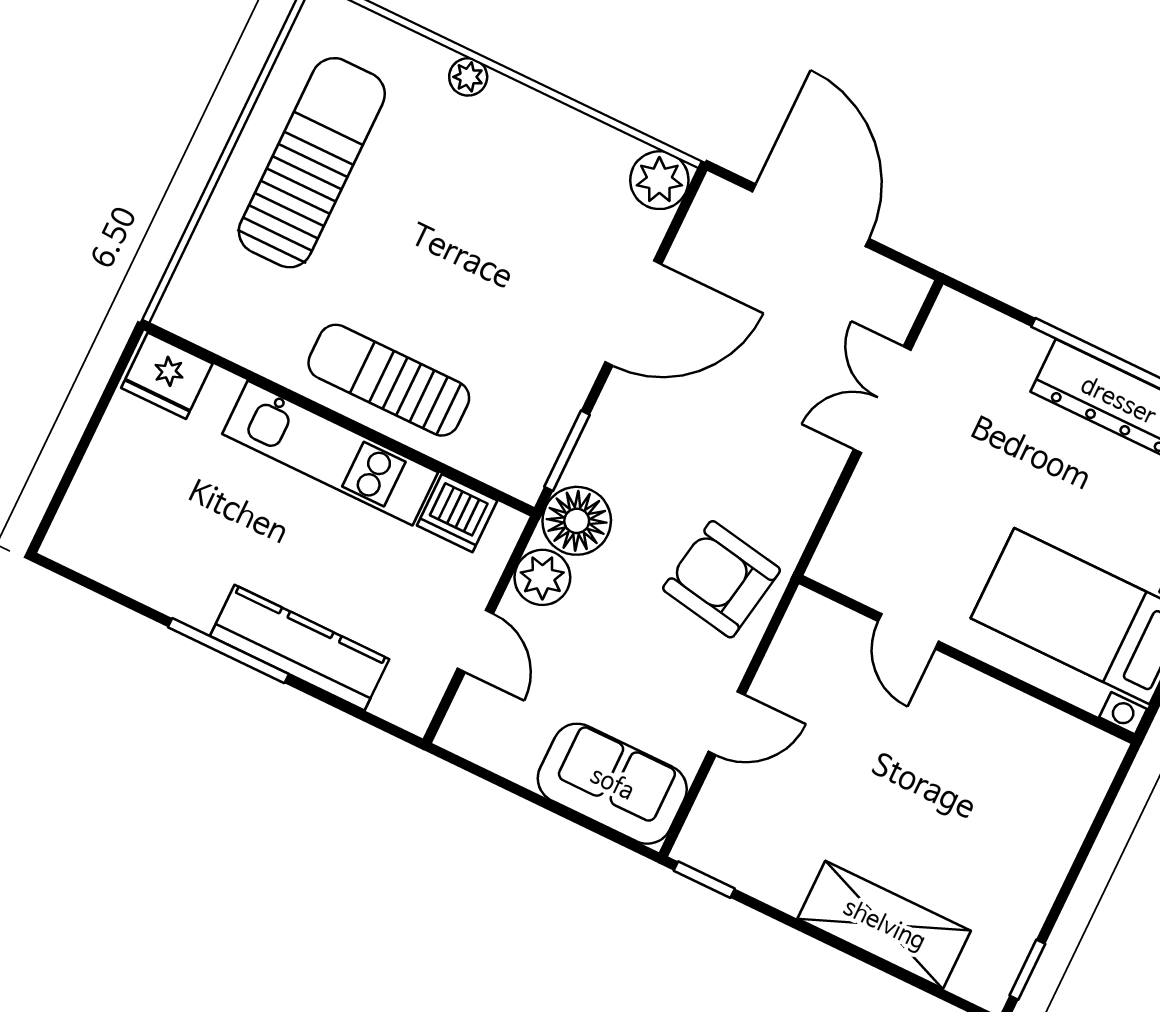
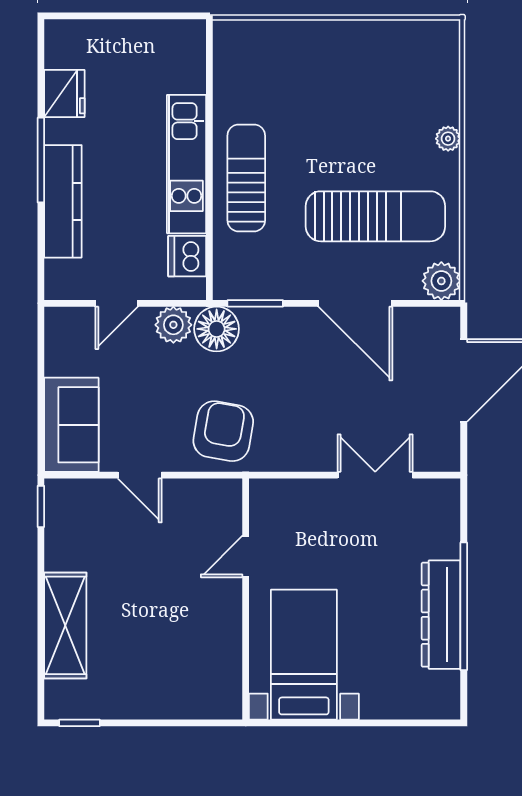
sun lounger: (312, 163) -> (375, 216), moved
fridge: (167, 376) -> (64, 94), moved, turned 180

